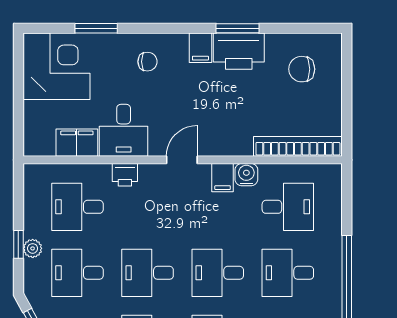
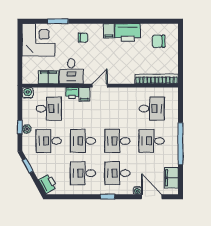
window: (237, 28) -> (127, 21), removed
water cooler: (246, 175) -> (28, 93), moved
filing cabinet: (223, 178) -> (84, 94), moved
desk: (77, 207) -> (49, 109), turned 180

